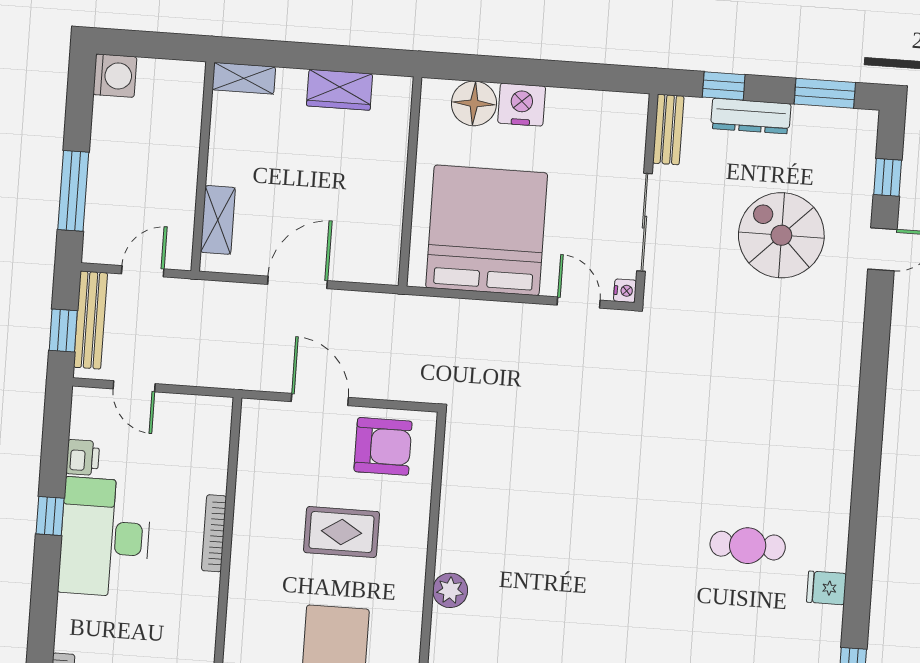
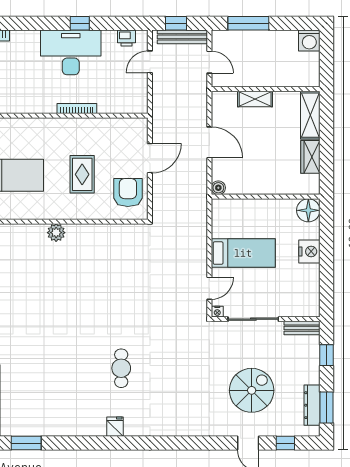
shelving: (244, 78) -> (310, 115), width x1.50, depth x1.33
floor lamp: (474, 103) -> (308, 210), moved
dresser: (751, 116) -> (312, 405), moved
shelving: (218, 220) -> (255, 99), moved
bed: (487, 230) -> (243, 253), width x0.49
boiler: (386, 271) -> (218, 188), added
armchair: (383, 446) -> (128, 193), turned 180
printer: (83, 457) -> (127, 38), moved
cafe table: (748, 546) -> (121, 368), moved
fridge: (826, 588) -> (115, 427), moved

